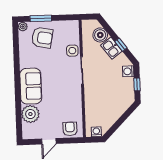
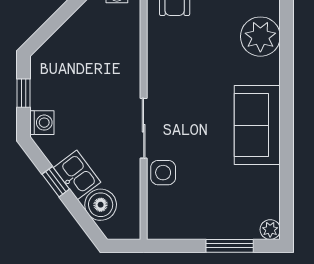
armchair: (42, 38) -> (228, 204), removed
sofa: (31, 86) -> (257, 125), moved

